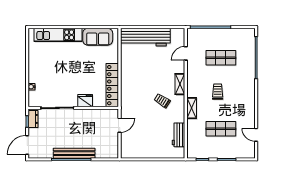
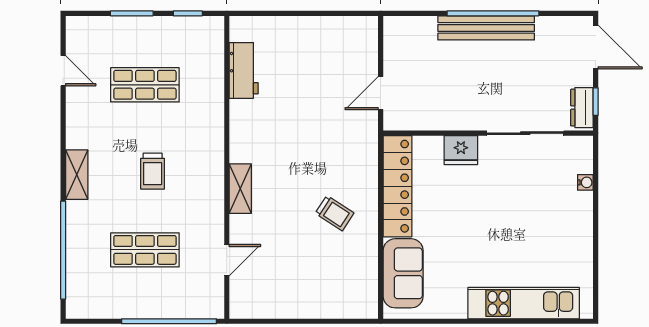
sofa: (98, 37) -> (403, 273), moved, turned 90
workbench: (145, 37) -> (321, 298), removed
trolley: (162, 101) -> (334, 213), moved
shelving: (192, 108) -> (77, 175), moved
door: (27, 145) -> (596, 47), hinge flipped

